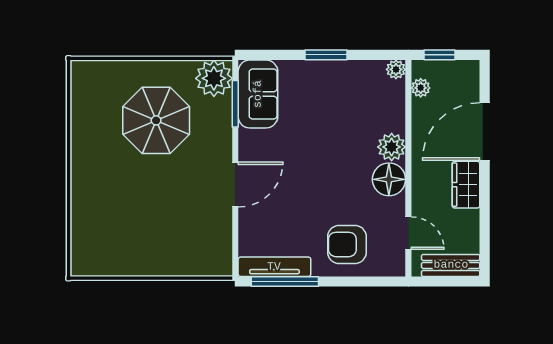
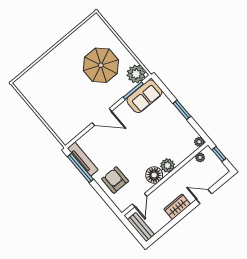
door: (485, 131) -> (204, 197), width x0.53

